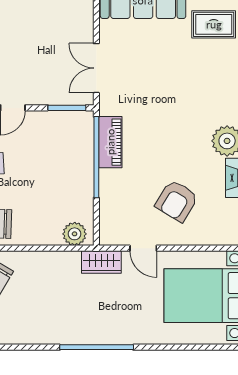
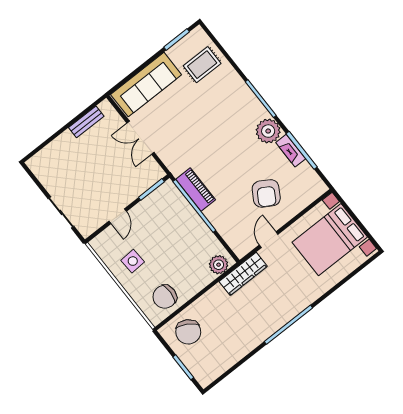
double door: (96, 68) -> (141, 138), moved
door: (143, 248) -> (269, 240), swing flipped
wardrobe: (101, 262) -> (243, 274), width x1.50

